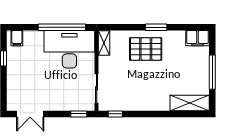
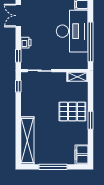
desk: (69, 49) -> (72, 31), moved
pallet: (146, 49) -> (72, 112), turned 90
shelving: (190, 103) -> (27, 140), width x1.47
printer: (63, 105) -> (26, 43), added

